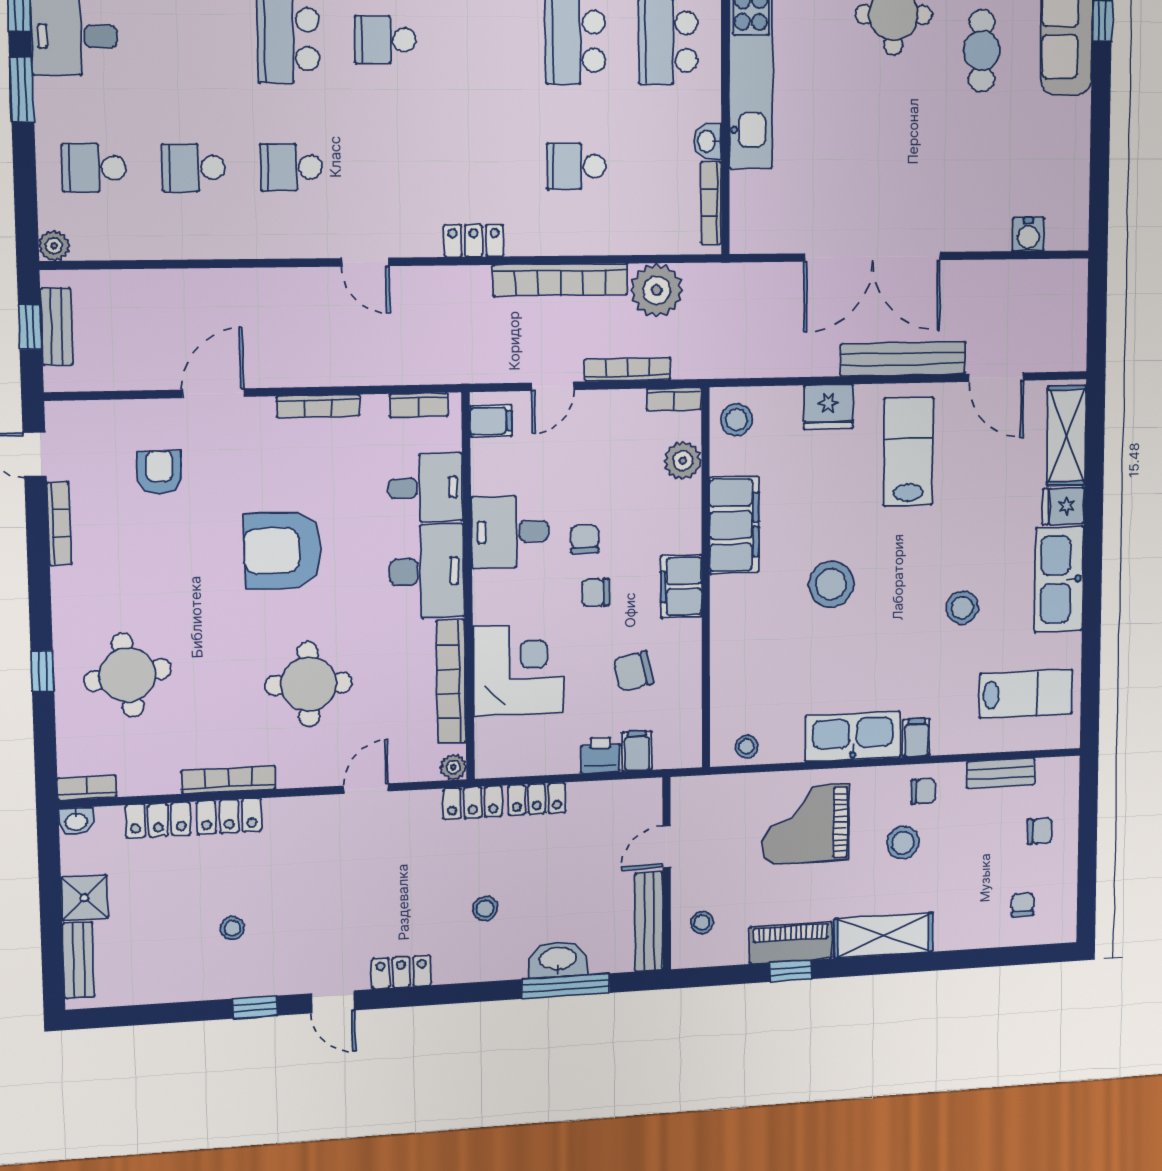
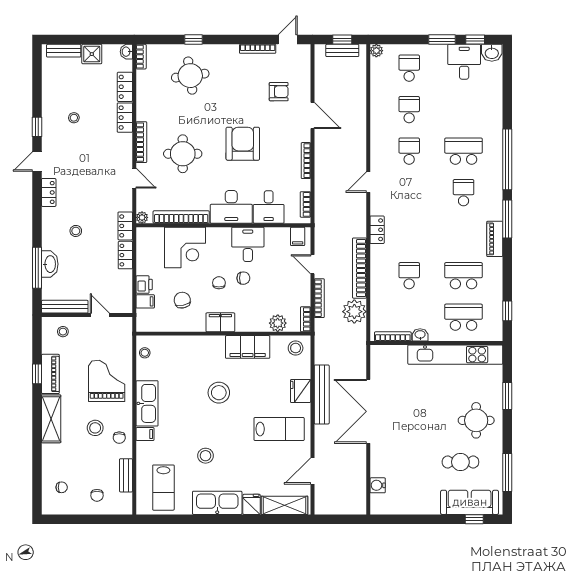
bench: (903, 359) -> (322, 394), moved
bookcase: (229, 780) -> (141, 142), moved

